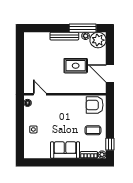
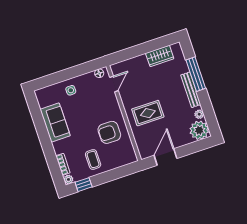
window: (83, 28) -> (196, 74), moved
wardrobe: (30, 51) -> (160, 56), added
rug: (76, 66) -> (148, 113), moved, turned 90
armchair: (95, 105) -> (109, 132), moved, turned -90
sofa: (65, 150) -> (55, 123), moved

